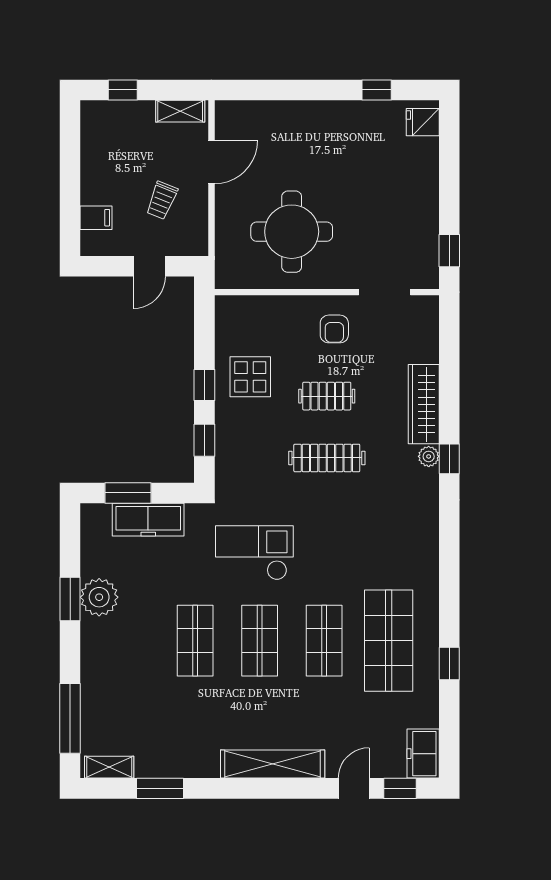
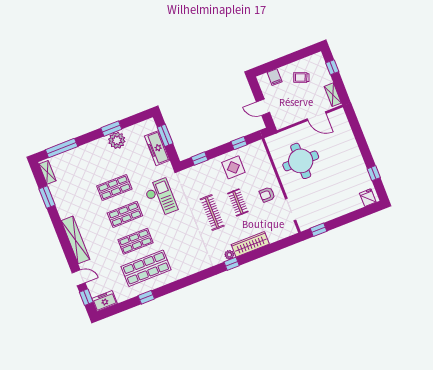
trolley: (162, 200) -> (301, 78), moved
window: (204, 385) -> (239, 143), moved

